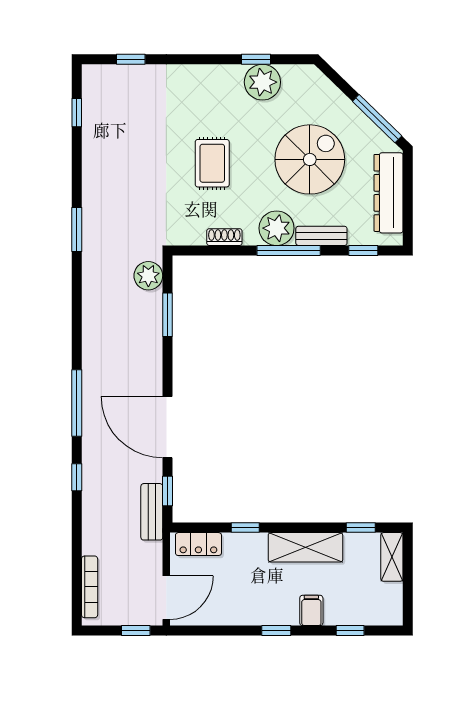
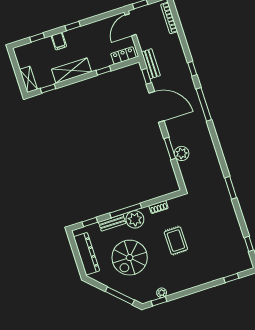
window: (256, 59) -> (159, 301), moved
plant: (262, 82) -> (162, 293), width x0.53, depth x0.53
window: (377, 119) -> (120, 296), moved
plant: (148, 276) -> (182, 153), moved
window: (168, 315) -> (170, 149), moved

